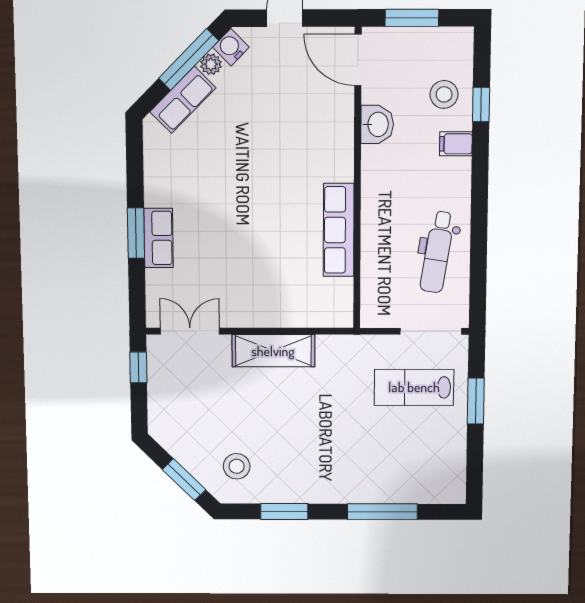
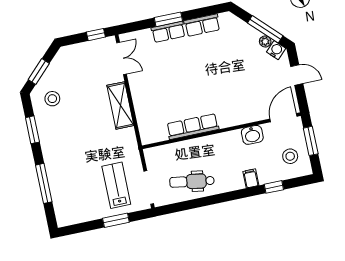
stool: (444, 94) -> (290, 156), moved
row of seats: (183, 100) -> (202, 25), moved, turned -45

